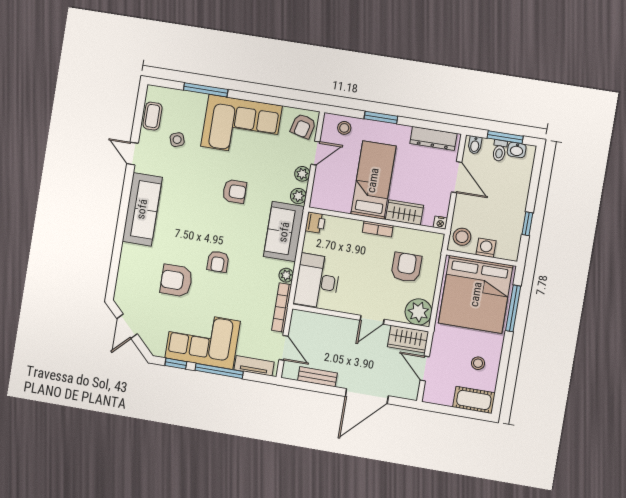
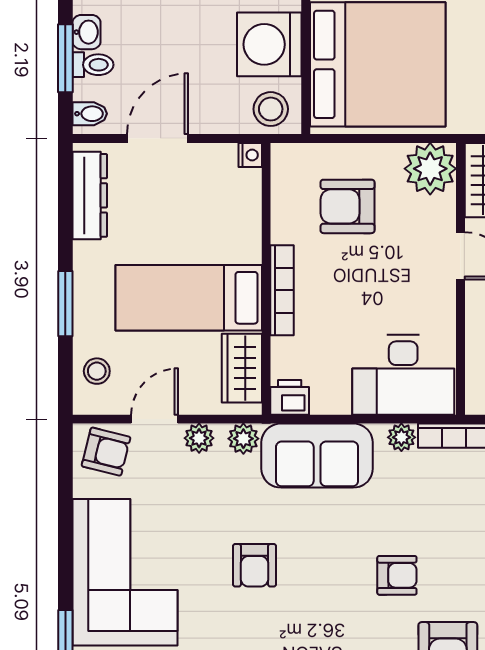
door: (315, 153) -> (155, 419), hinge flipped
armchair: (234, 191) -> (254, 565), turned 180
wardrobe: (404, 212) -> (242, 368), moved
bookcase: (378, 229) -> (282, 290), width x1.56
washing machine: (486, 248) -> (269, 44), width x1.89, depth x1.89

